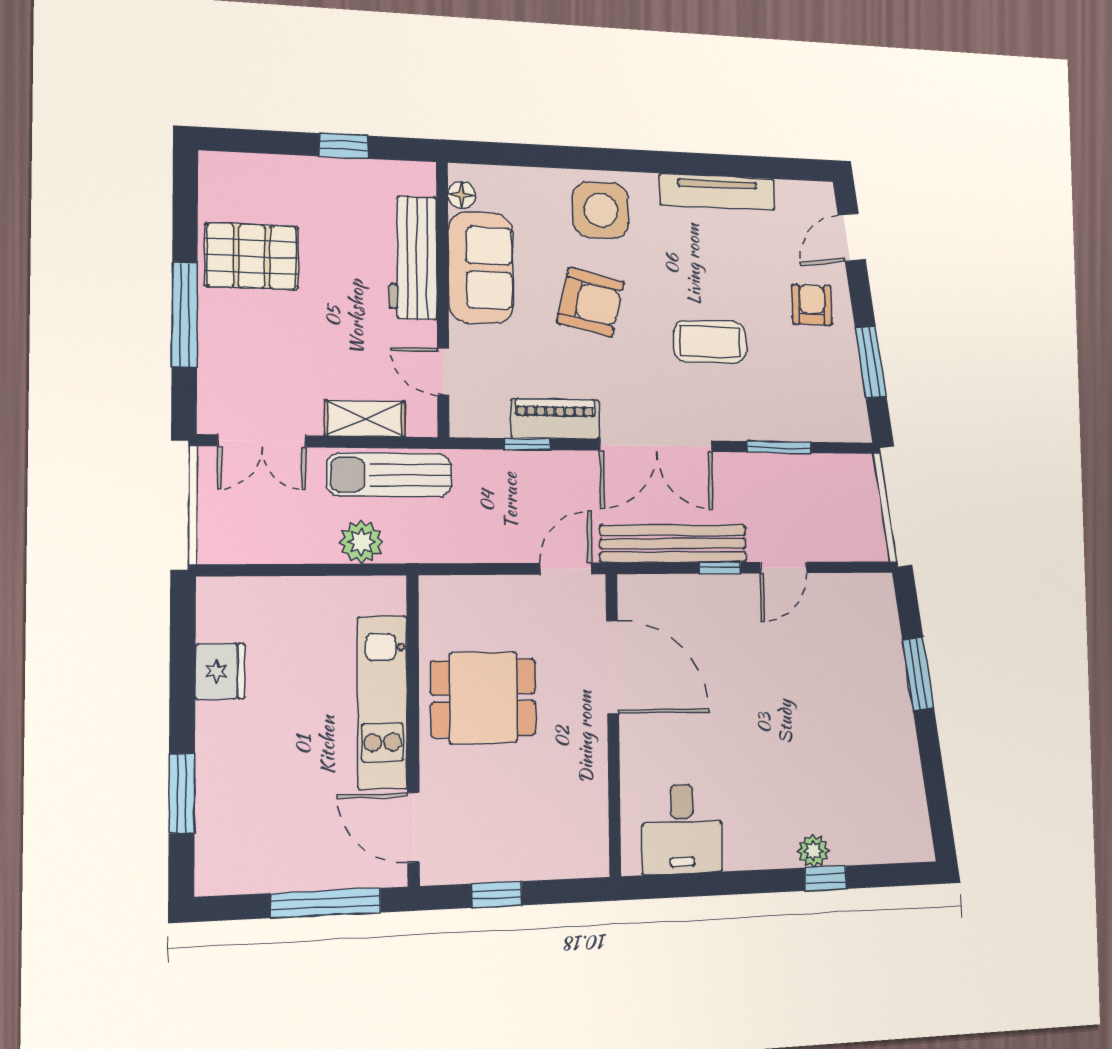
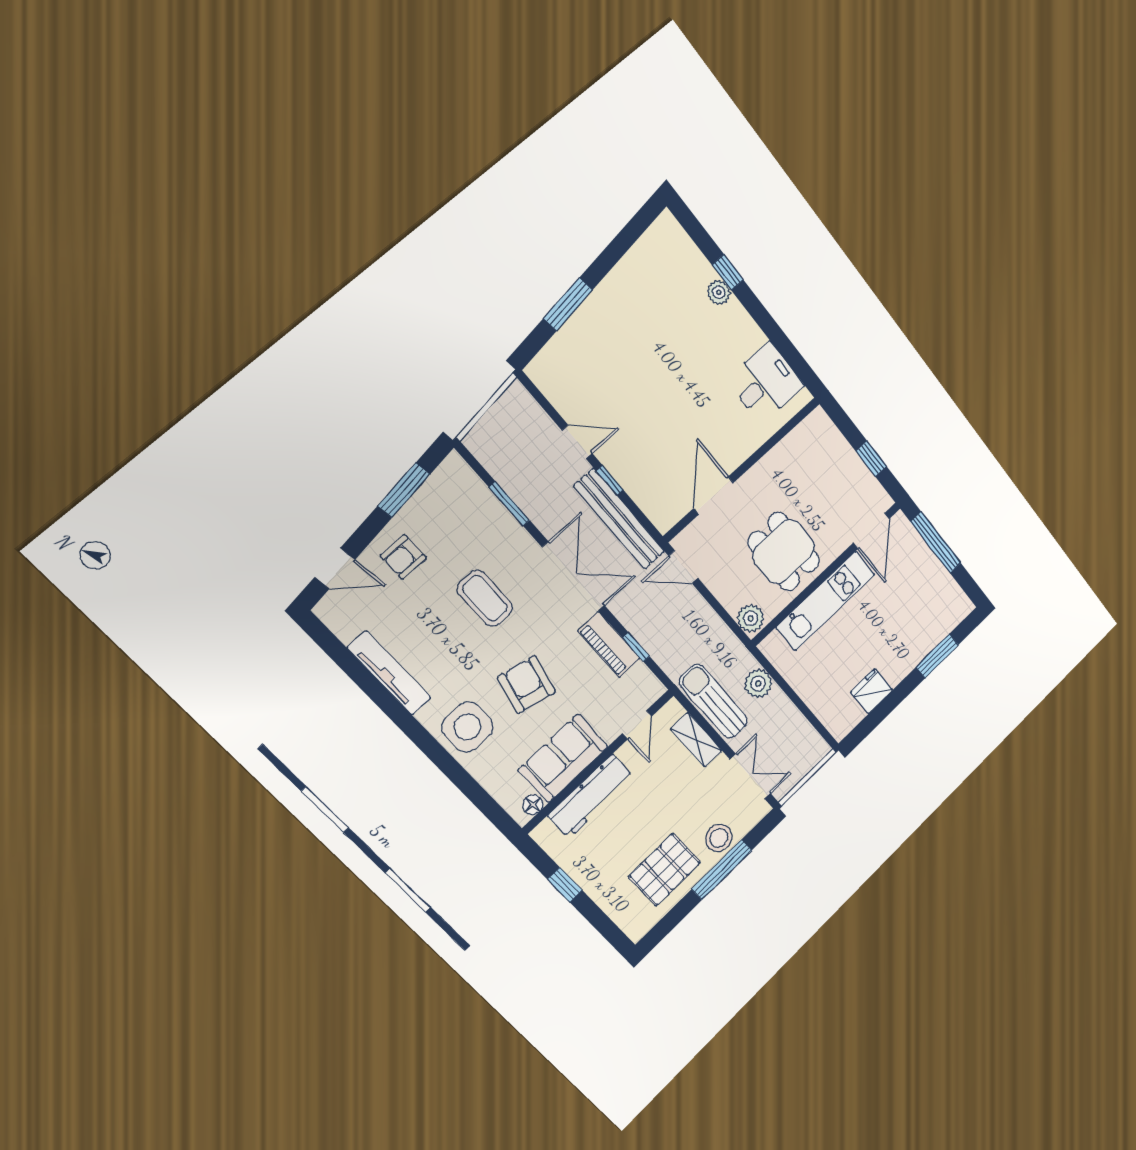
pallet: (252, 256) -> (665, 869), turned 90
stool: (226, 344) -> (719, 838), added
sun lounger: (389, 475) -> (714, 701), turned 180
plant: (443, 596) -> (751, 618), added
door: (612, 667) -> (713, 496), width x0.73

